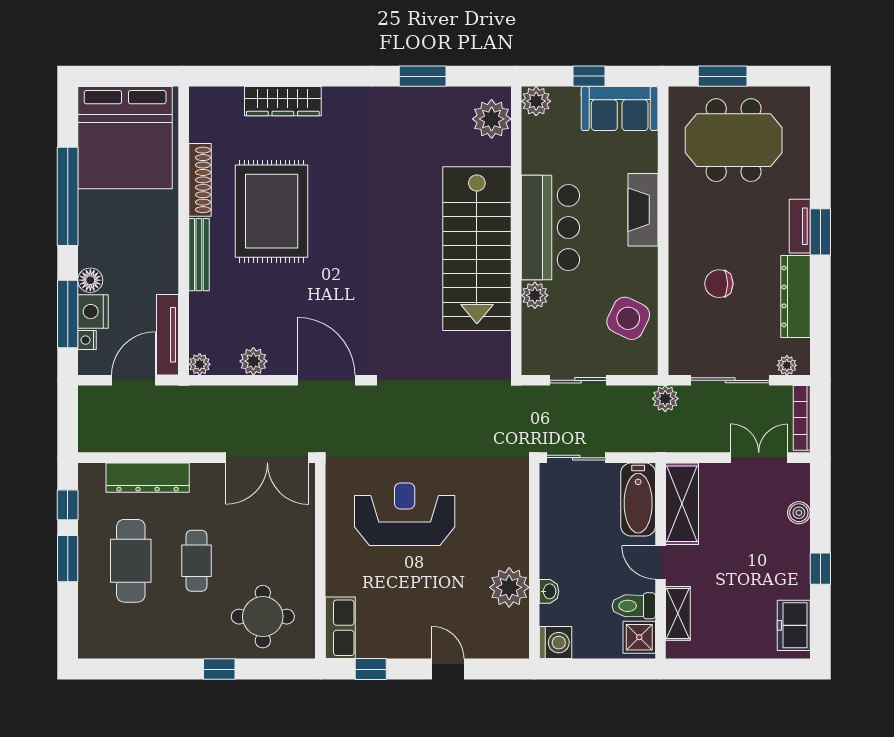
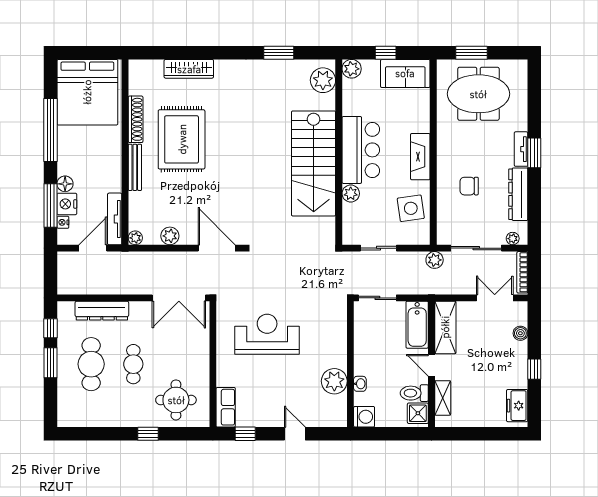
fireplace: (643, 210) -> (420, 157), moved
side table: (628, 318) -> (411, 208), turned -34

